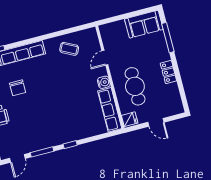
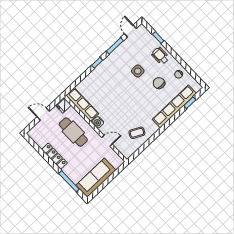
sofa: (144, 24) -> (96, 178), width x1.36
door: (105, 58) -> (107, 141), hinge flipped
locker: (168, 72) -> (54, 156), width x1.53
side table: (33, 113) -> (138, 71), added

